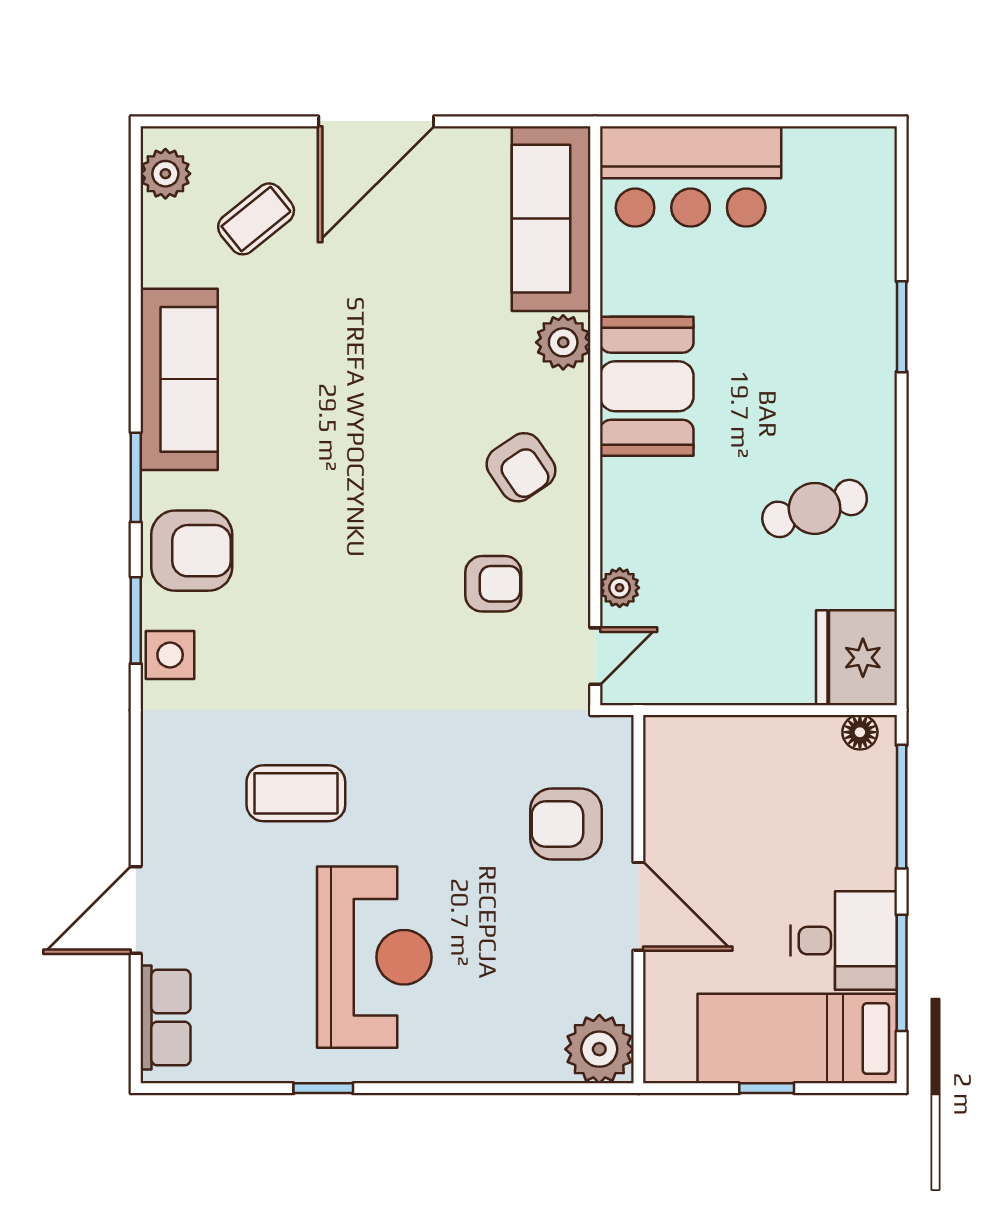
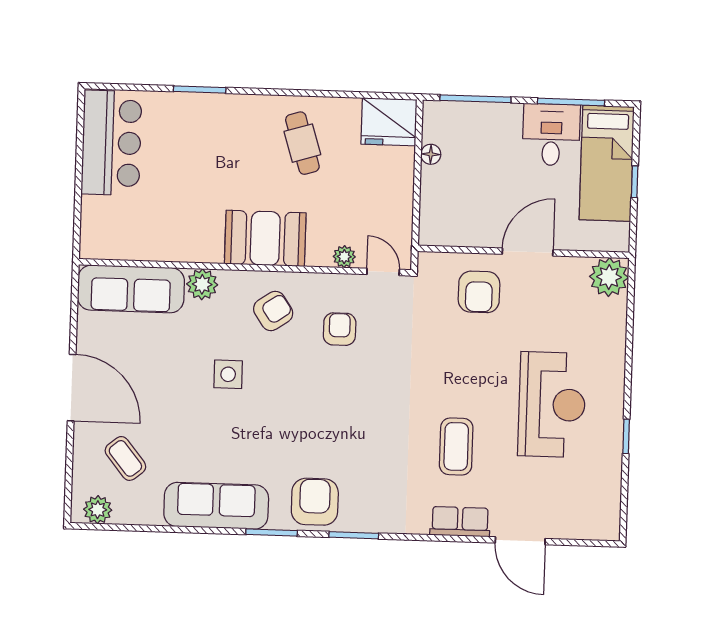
bar counter: (691, 176) -> (111, 143), moved
booth: (647, 386) -> (265, 238), moved
side table: (170, 655) -> (228, 374), moved
floor lamp: (860, 732) -> (431, 154), moved
reception desk: (374, 957) -> (552, 405), turned 90
row of seats: (165, 1018) -> (460, 522), moved

